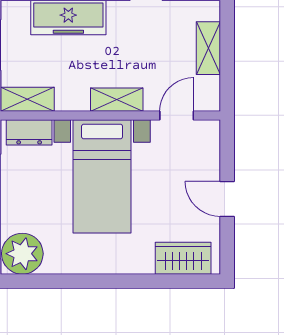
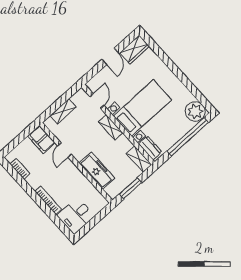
door: (177, 115) -> (97, 101), swing flipped
wardrobe: (183, 258) -> (135, 49), moved, turned -90

